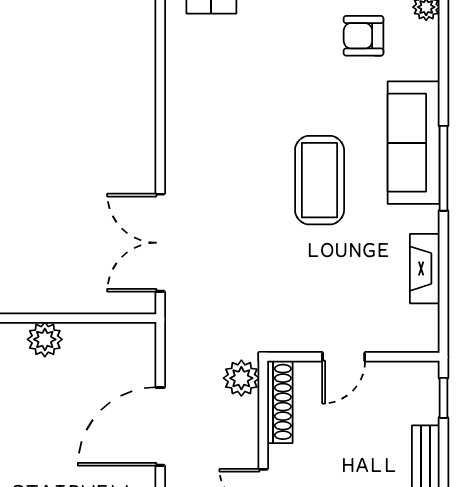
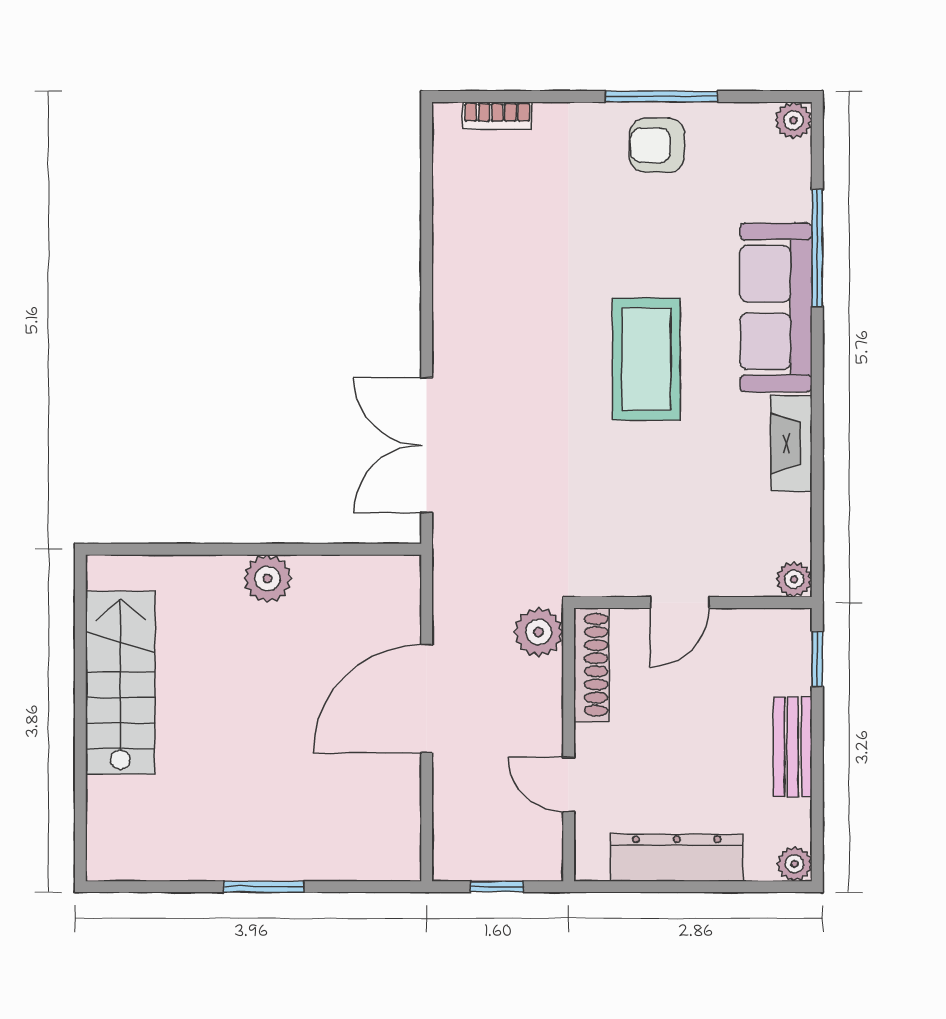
armchair: (363, 36) -> (657, 145), moved
window: (443, 168) -> (817, 248), moved
fireplace: (425, 269) -> (791, 443), moved
plant: (427, 340) -> (794, 579), added

